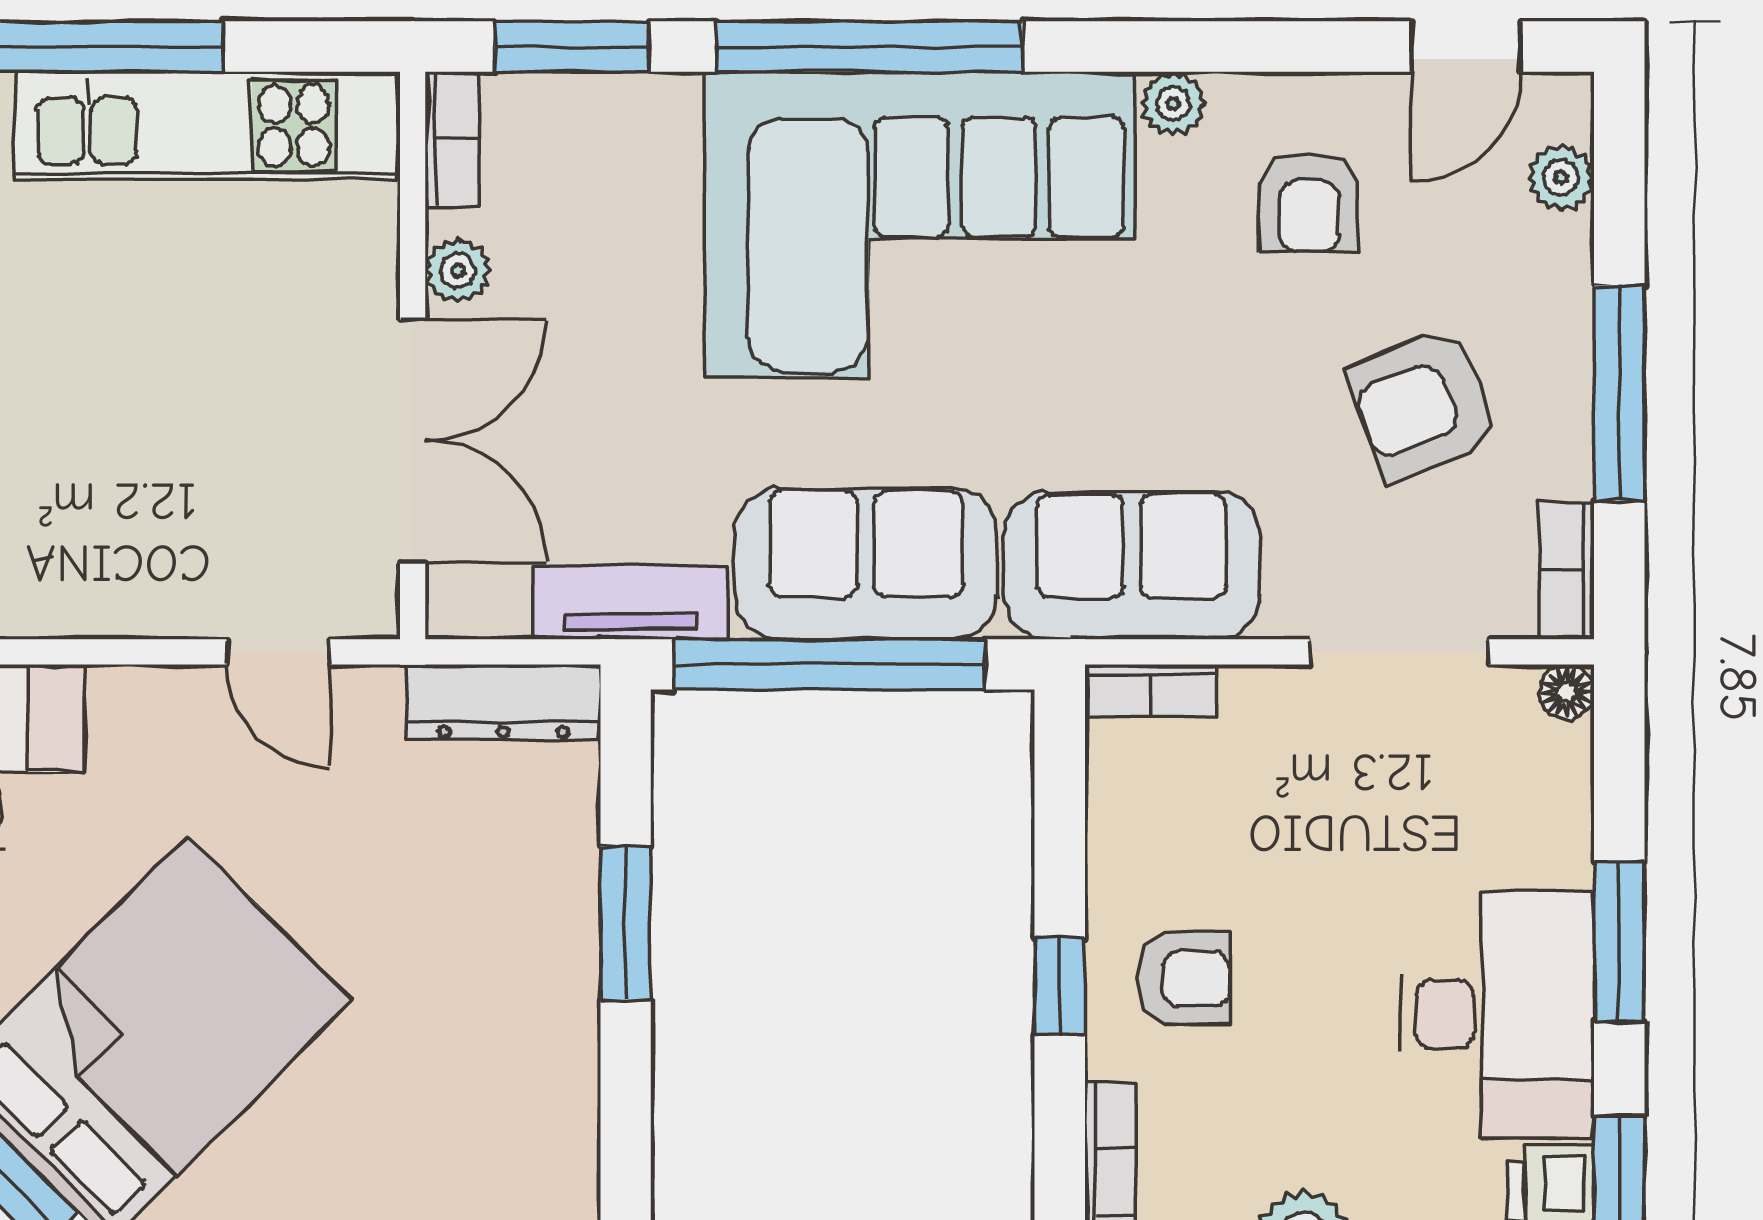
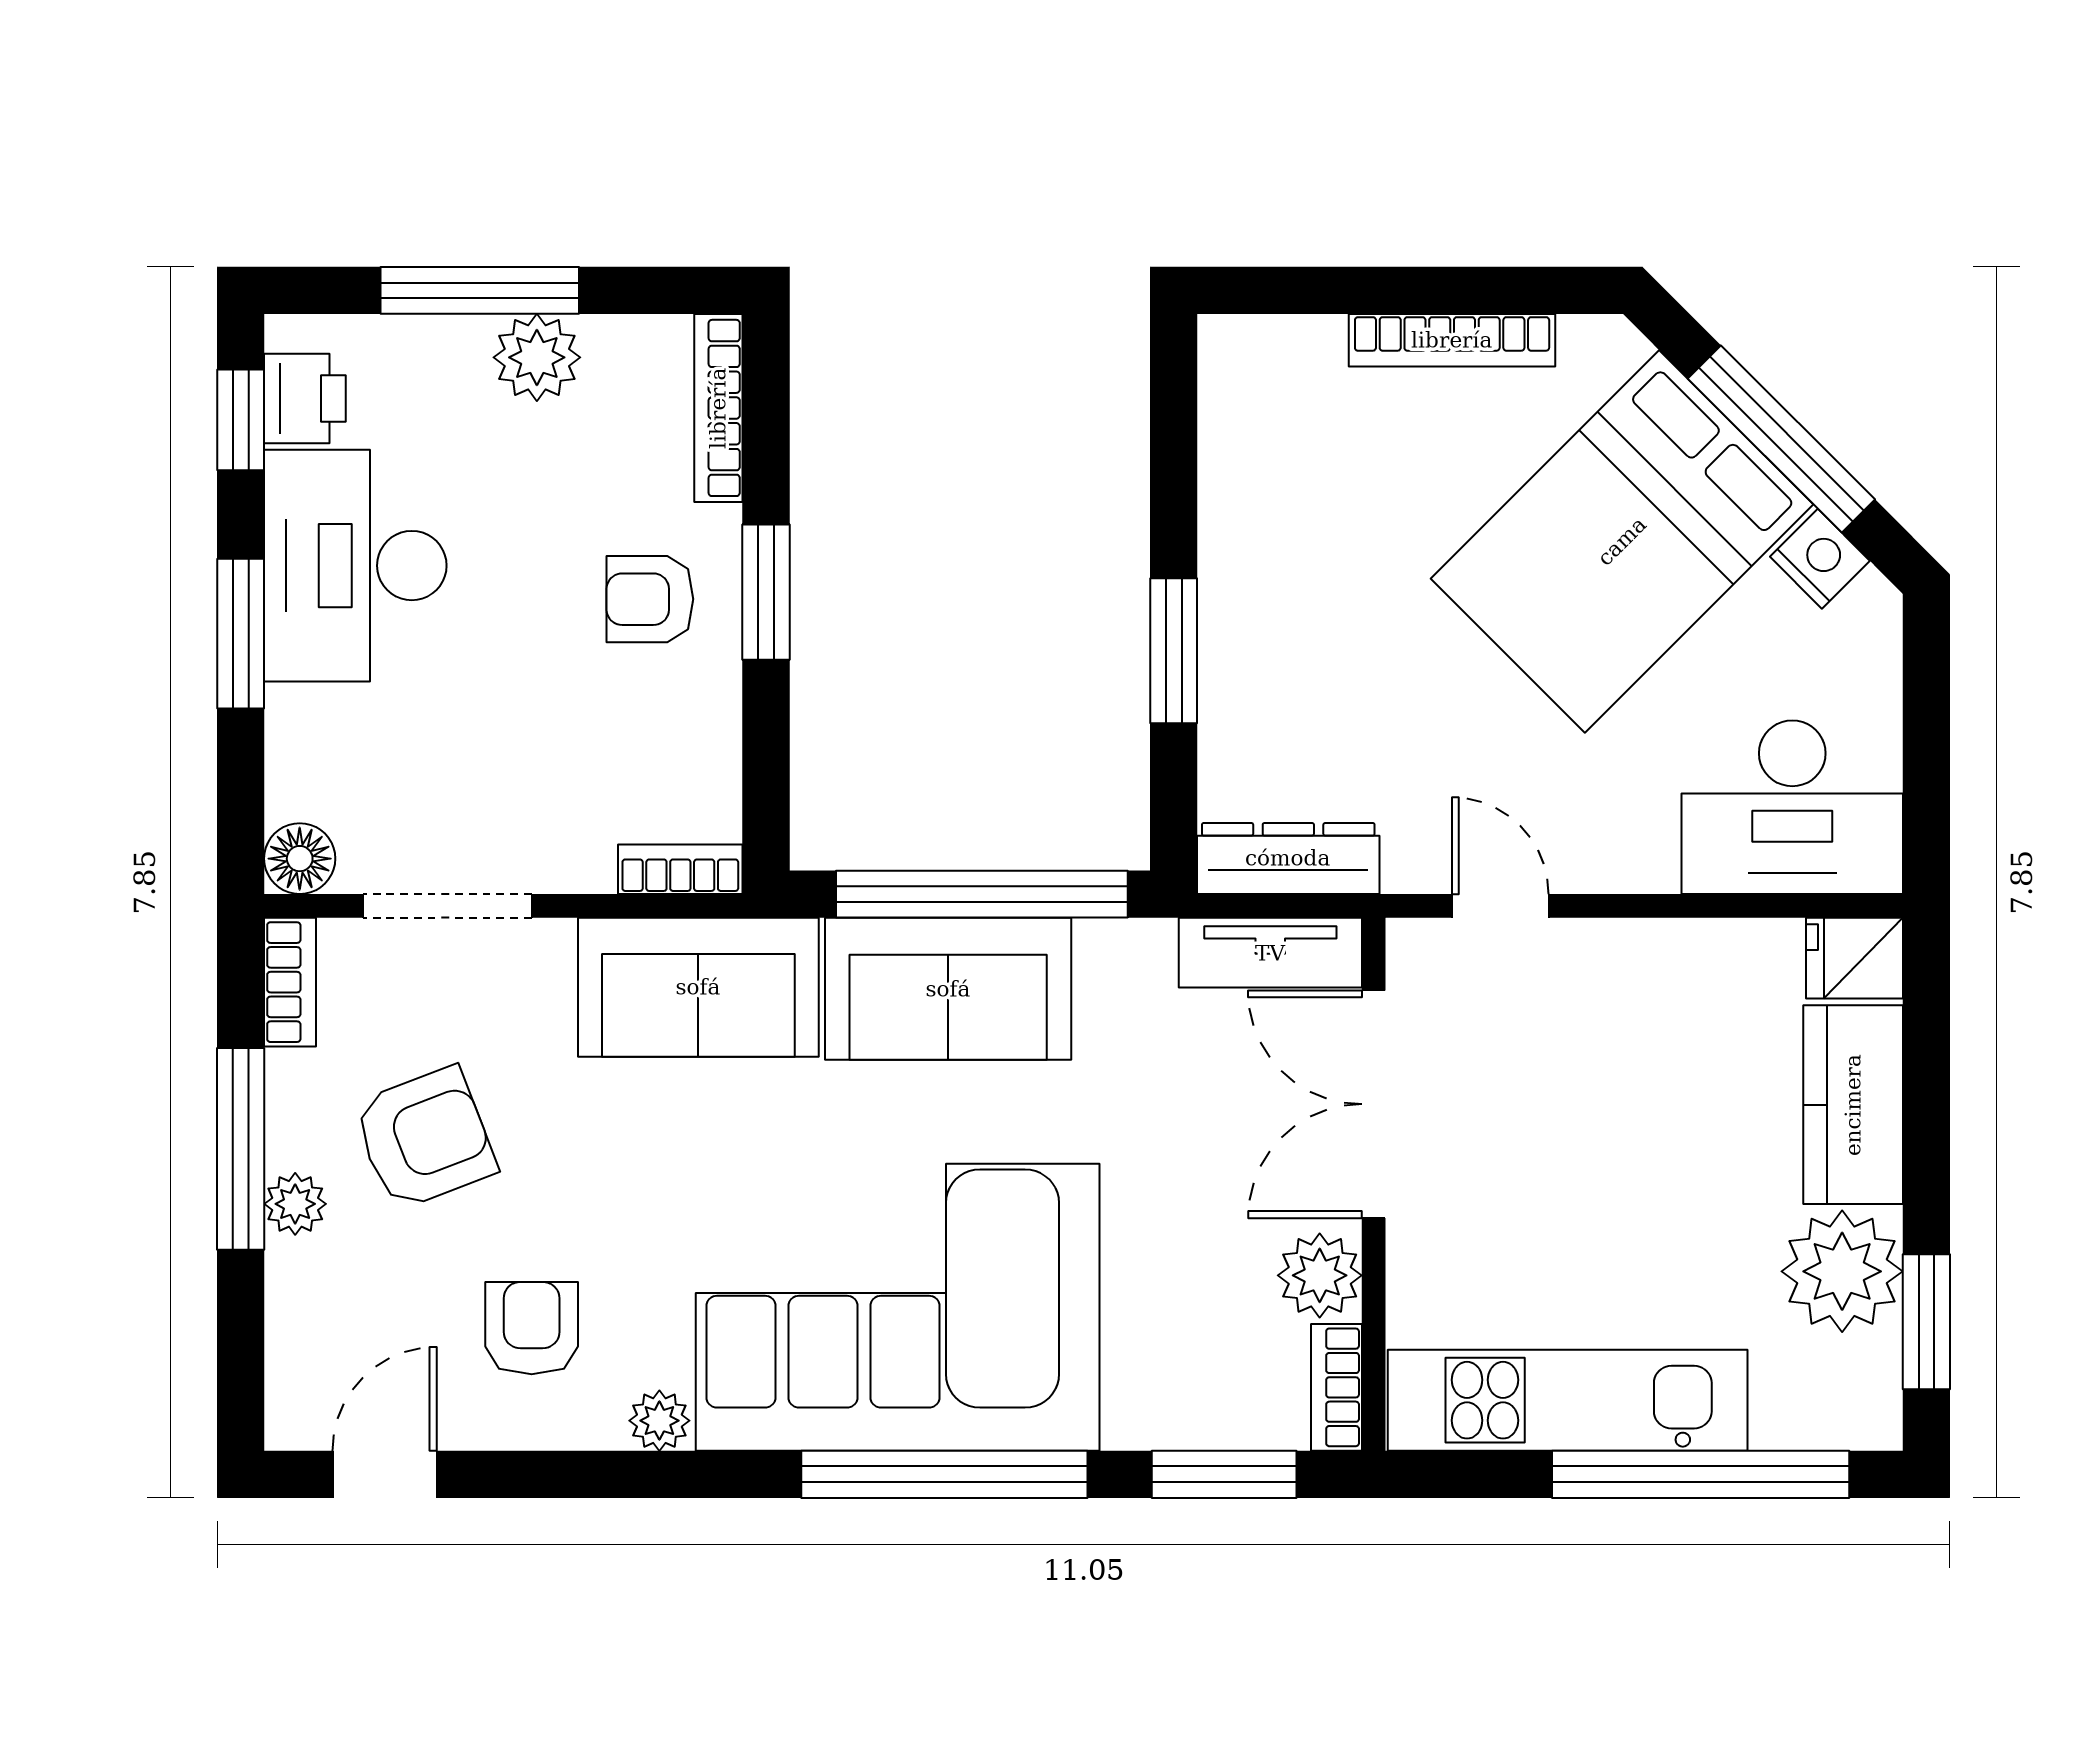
plant: (1561, 178) -> (295, 1204), moved
plant: (458, 271) -> (1320, 1275), width x1.38, depth x1.38
tv unit: (631, 602) -> (1270, 953), moved
floor lamp: (1567, 692) -> (300, 859), width x1.37, depth x1.37
window: (1060, 986) -> (766, 592), width x1.50

